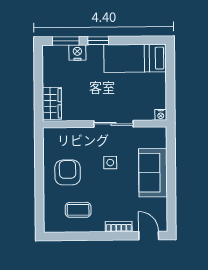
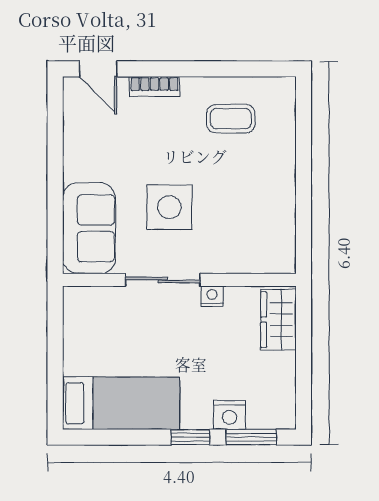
nightstand: (161, 115) -> (212, 296), moved
side table: (110, 163) -> (169, 207), width x1.87, depth x1.87
armchair: (68, 172) -> (250, 189), removed
sofa: (153, 173) -> (89, 228), moved

